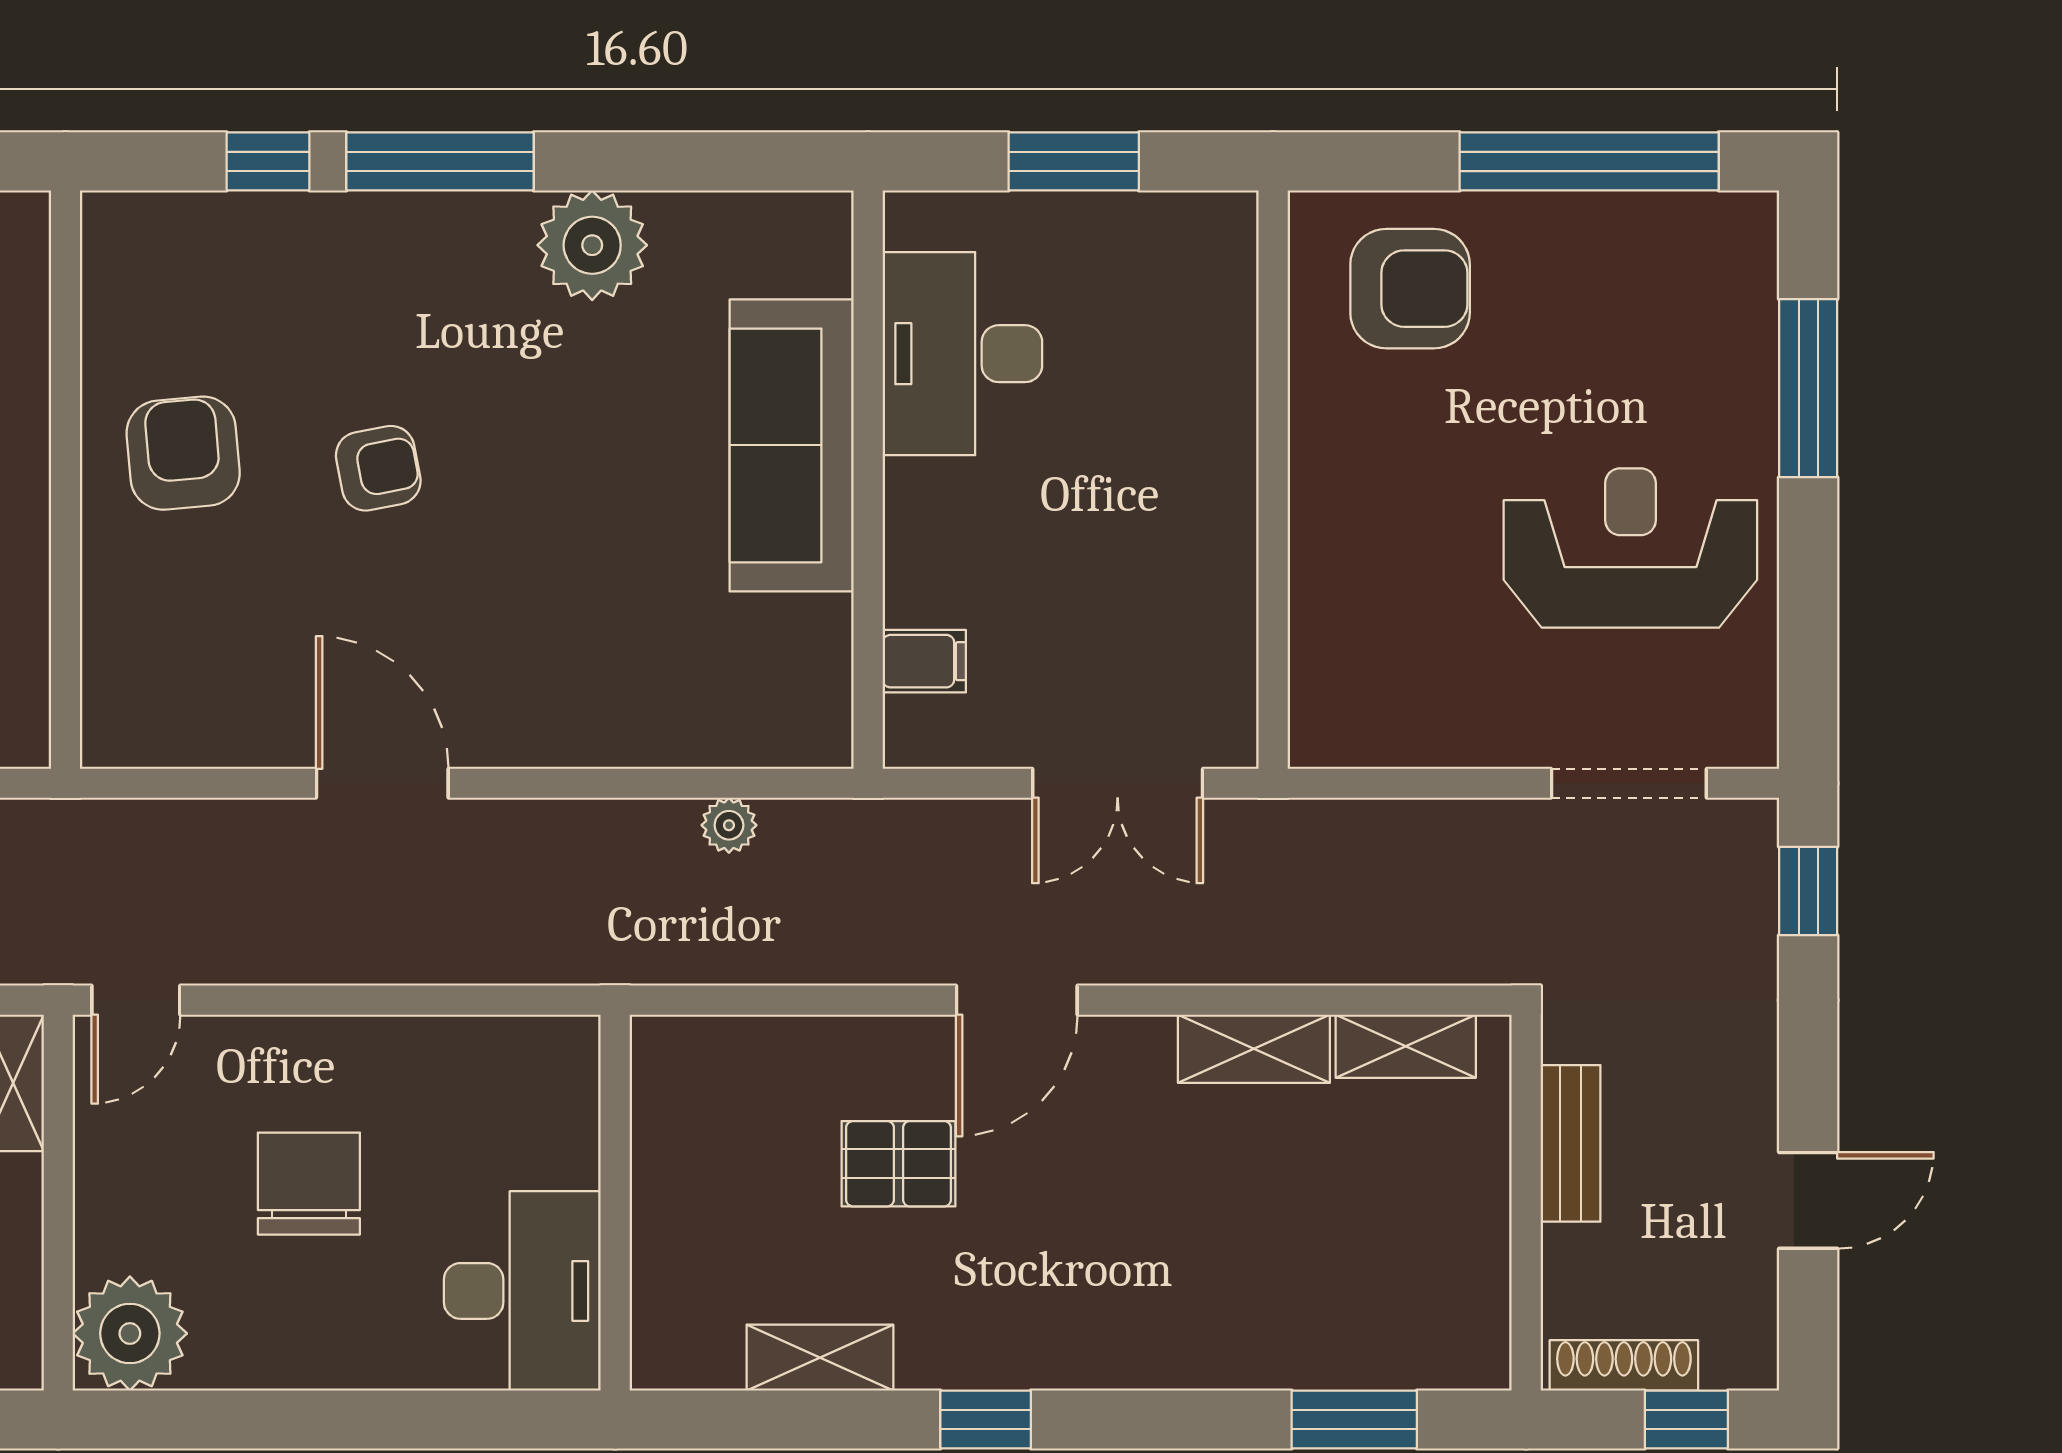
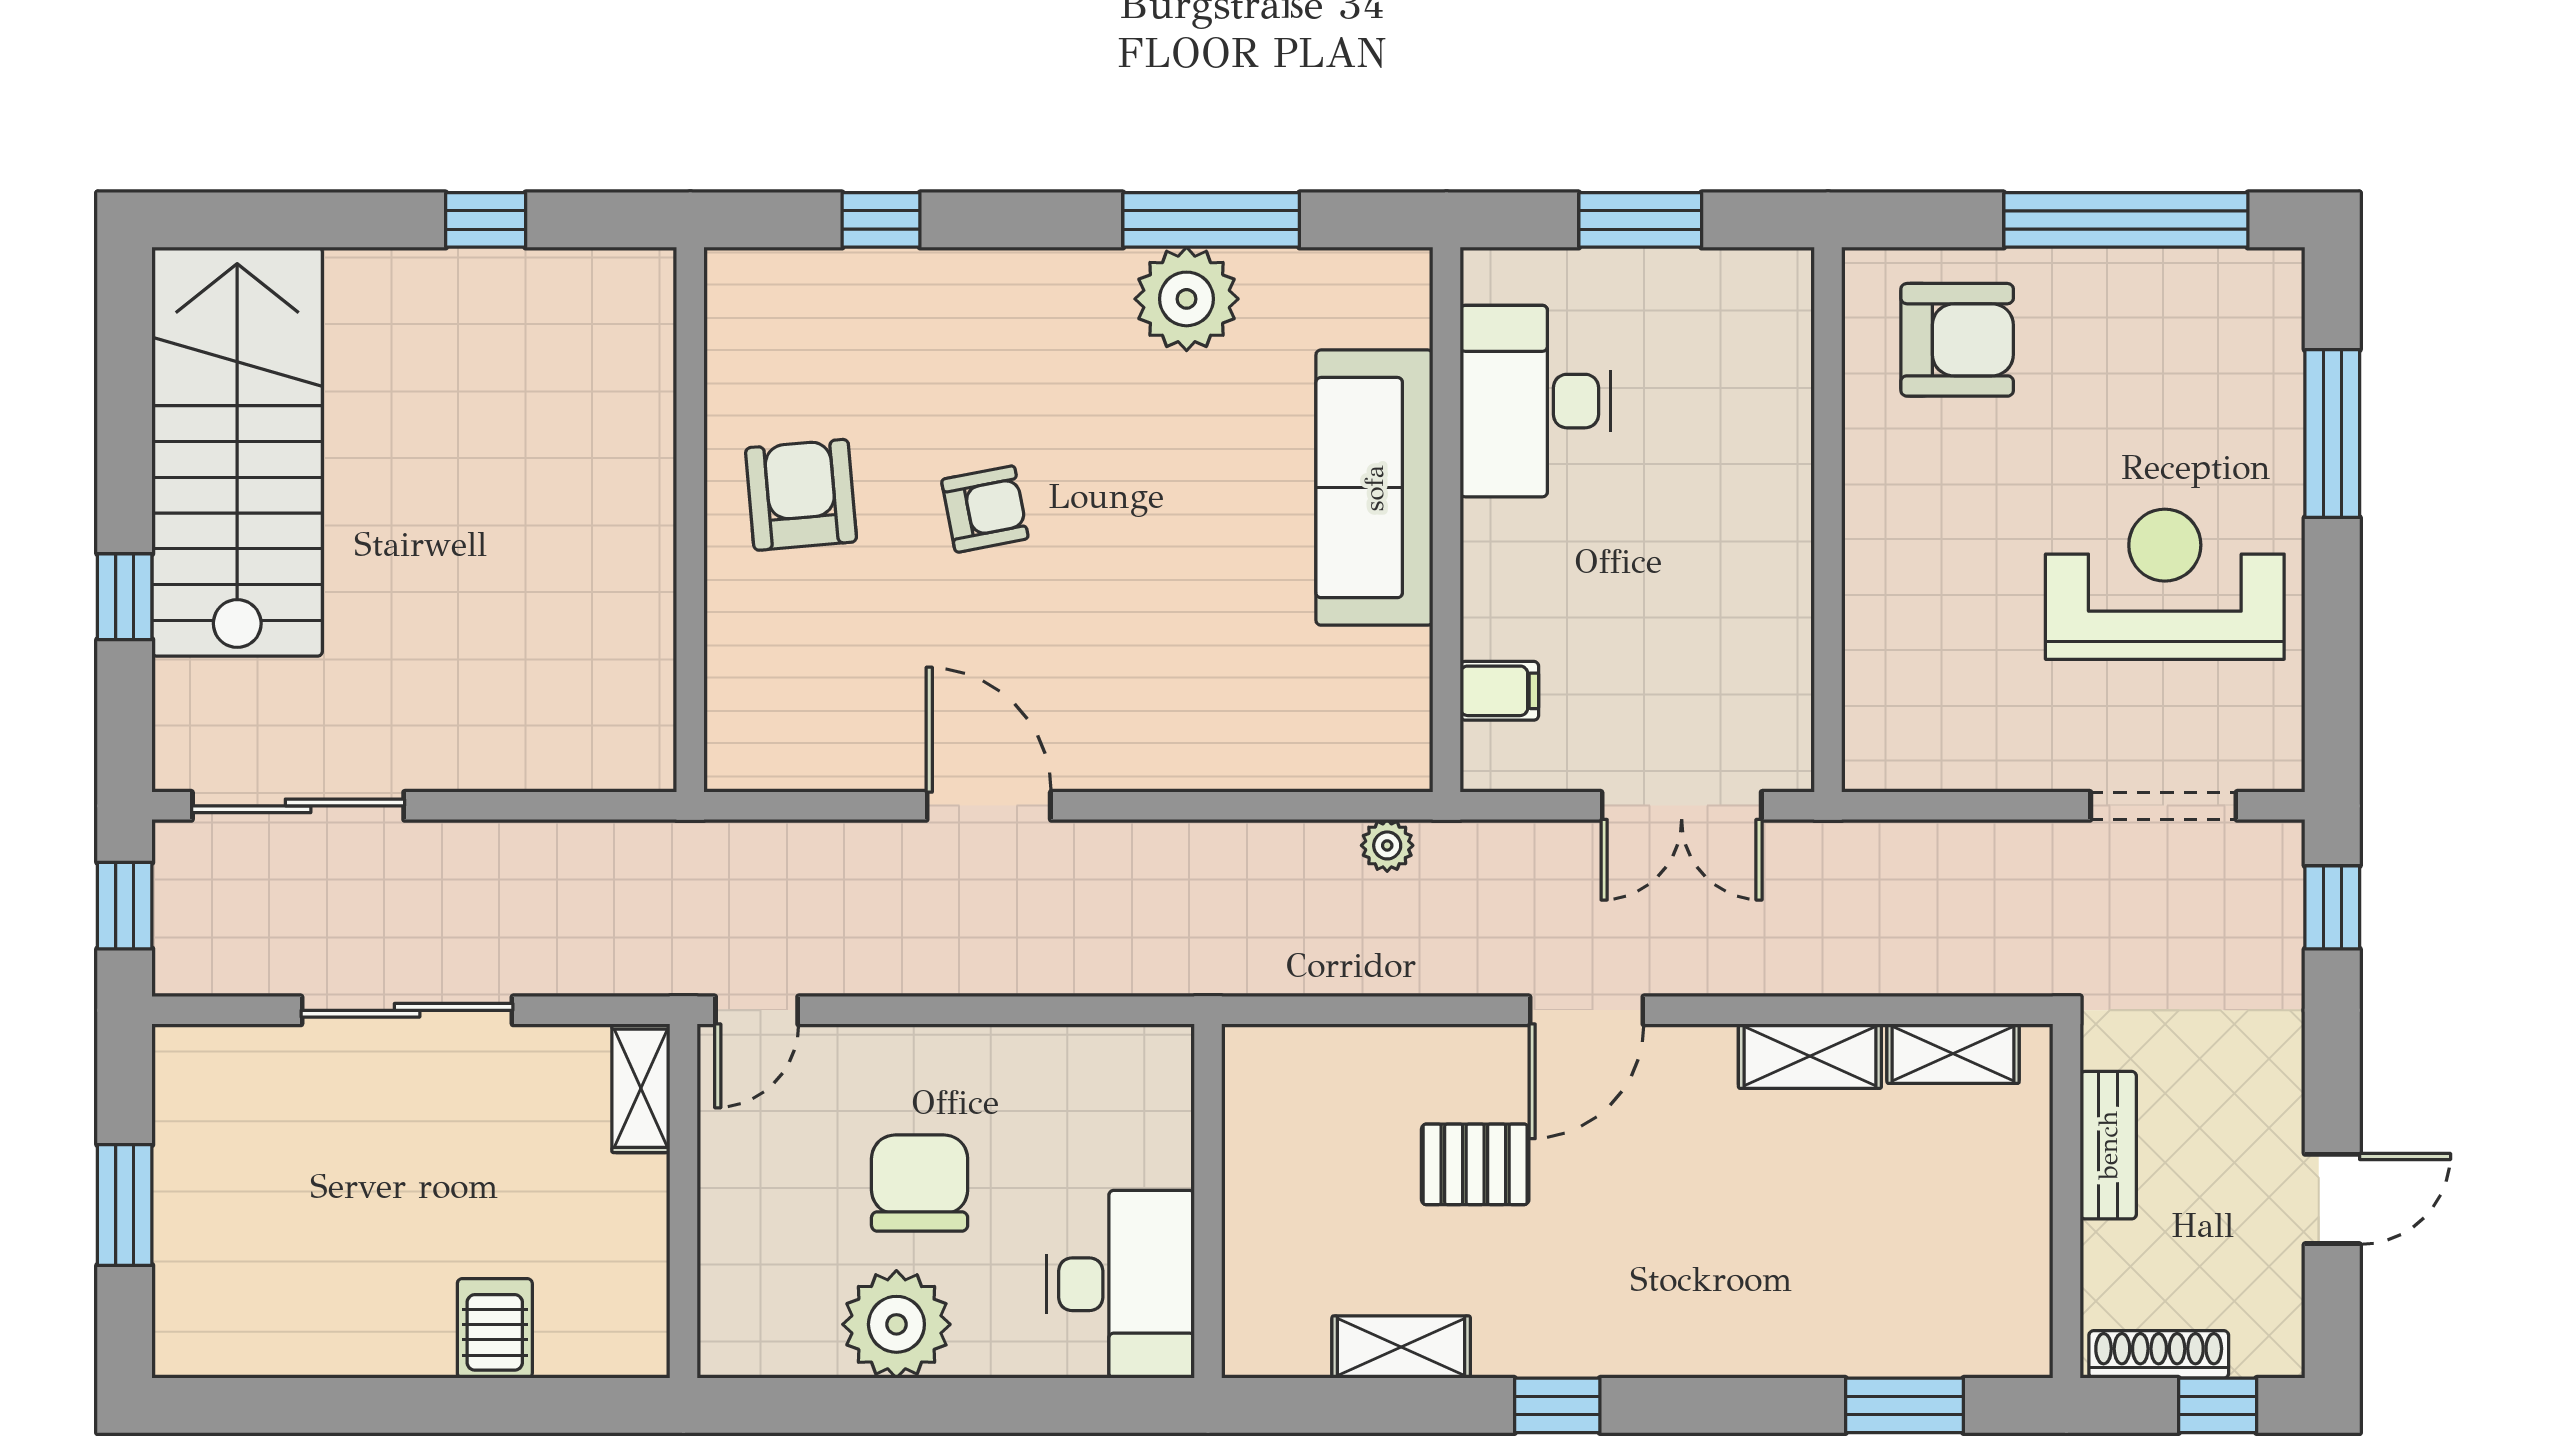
window: (440, 161) -> (1211, 220), moved
plant: (729, 825) -> (1387, 845), moved
plant: (130, 1333) -> (896, 1324), moved

